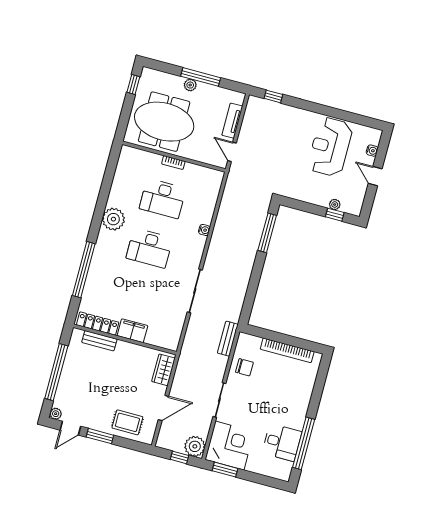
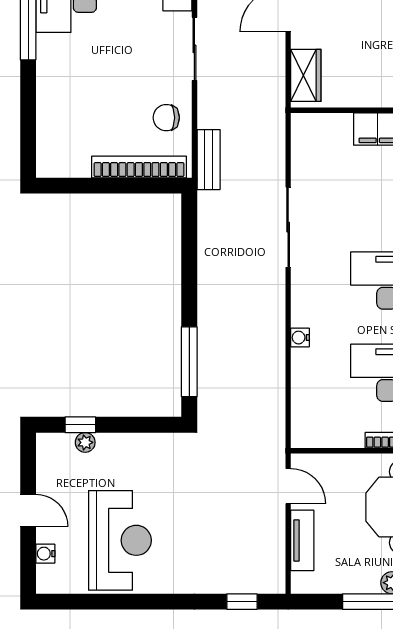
bookcase: (287, 350) -> (139, 167), moved

